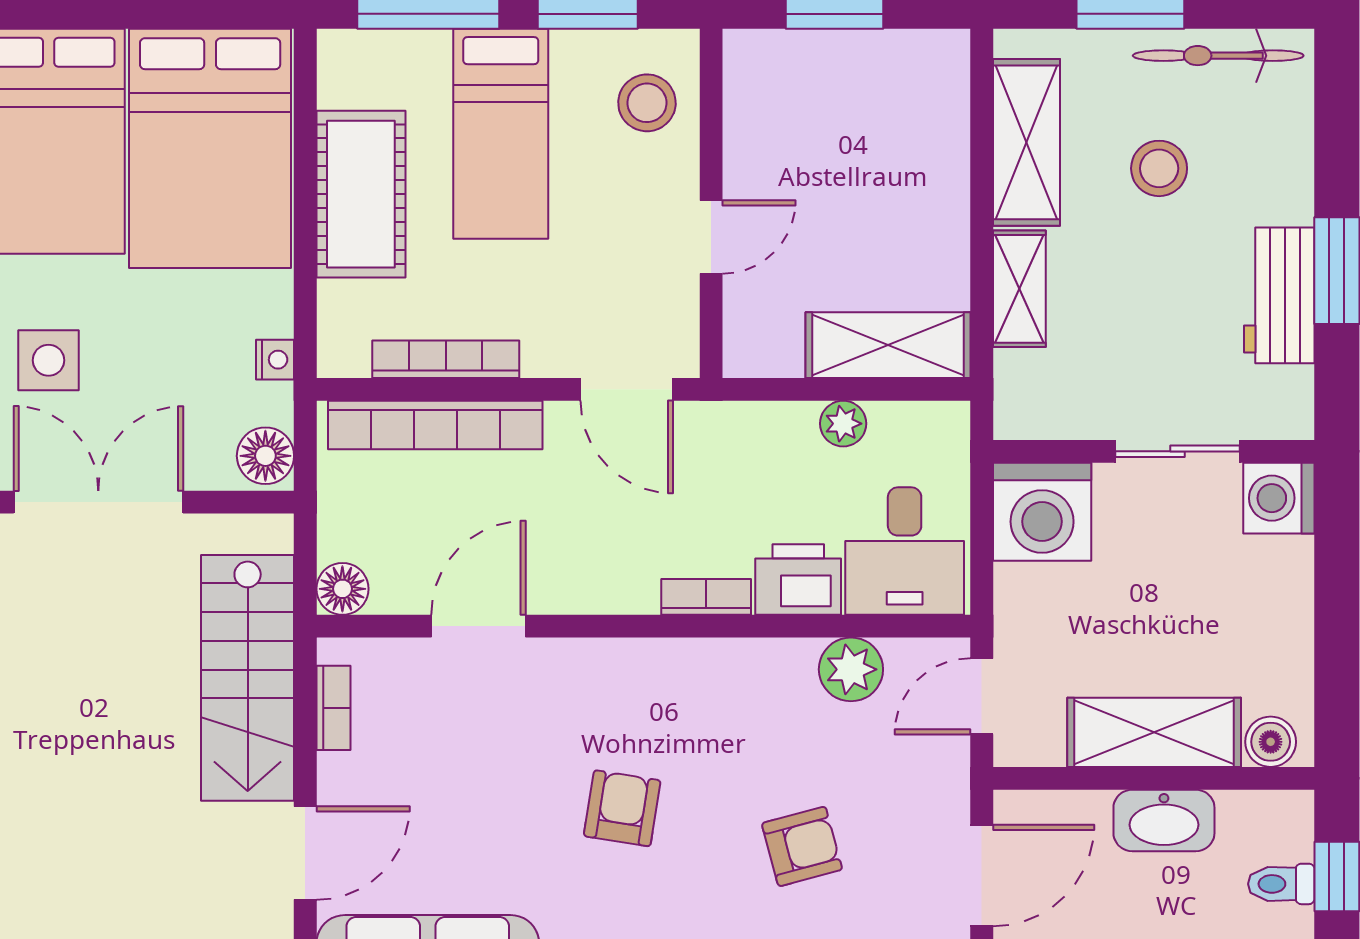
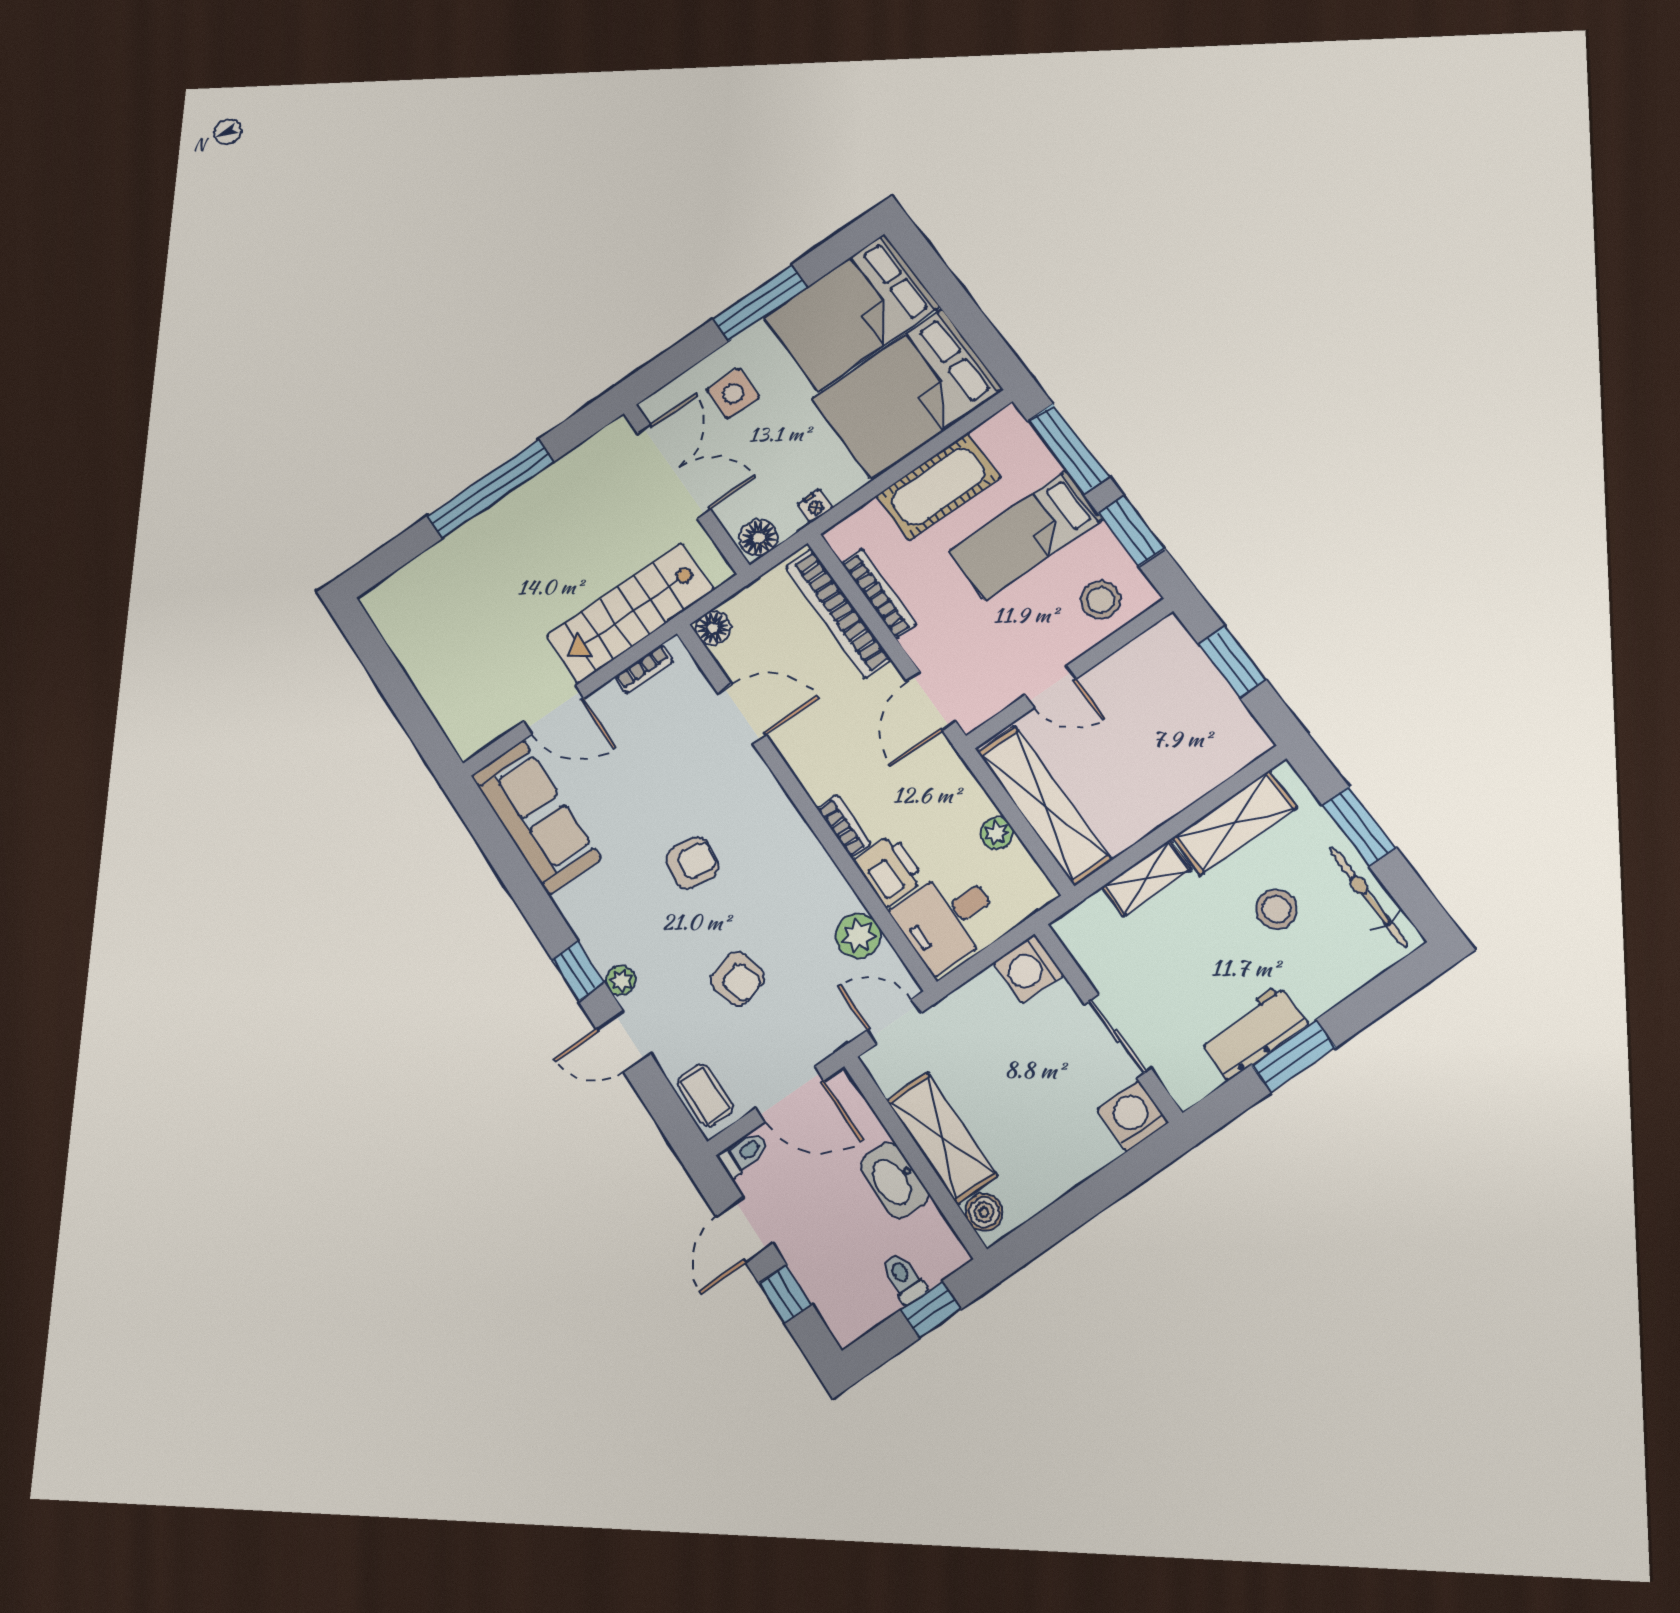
shelving: (888, 345) -> (1044, 805), width x1.47
washing machine: (1042, 512) -> (1028, 969), width x0.73, depth x0.73

